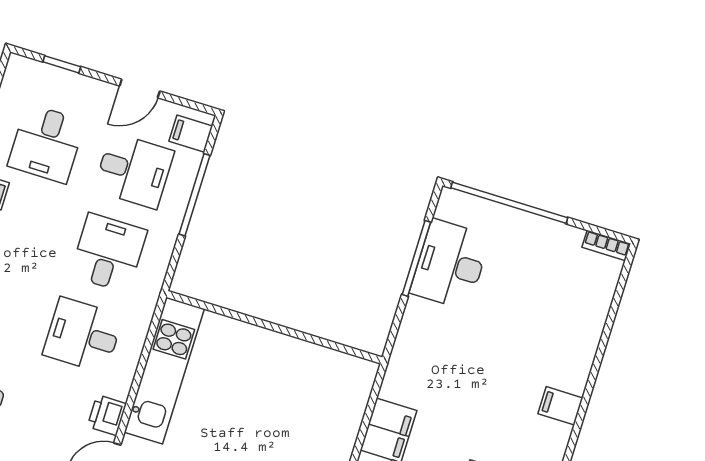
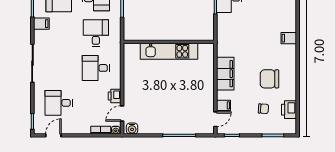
kitchen unit: (164, 371) -> (169, 51), moved, turned 90

